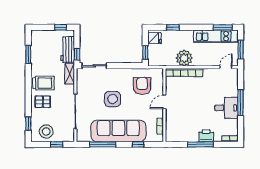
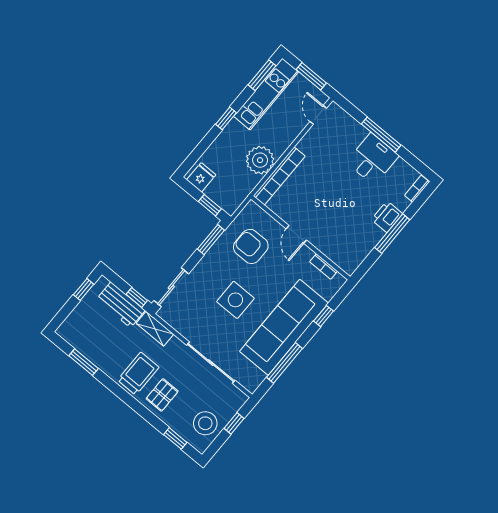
window: (173, 27) -> (226, 118), moved
window: (130, 66) -> (211, 240), added

